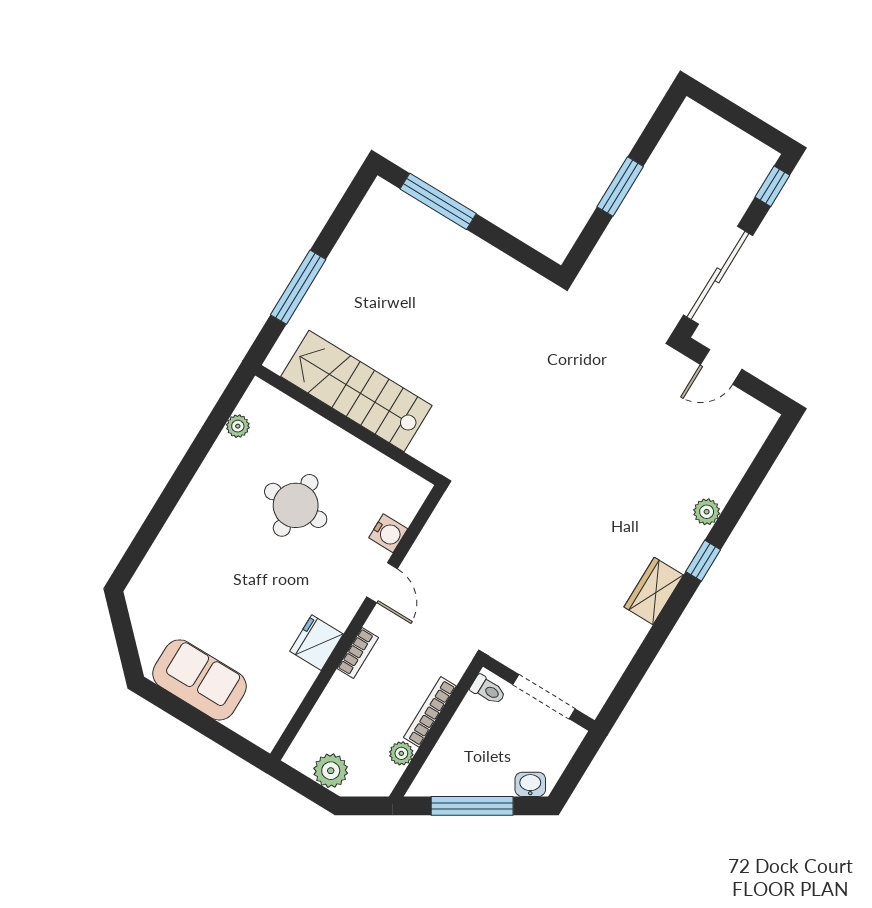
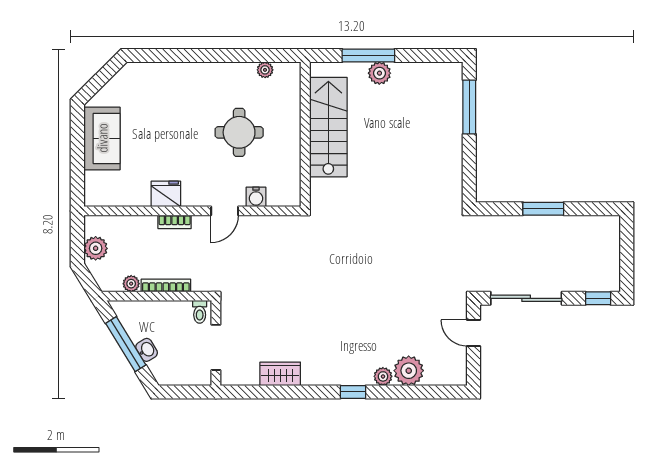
plant: (328, 287) -> (379, 73), added
plant: (719, 476) -> (409, 371), added
wardrobe: (654, 591) -> (280, 374), moved
washbasin: (530, 784) -> (147, 350), moved

